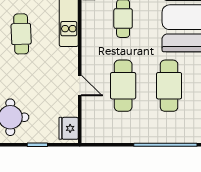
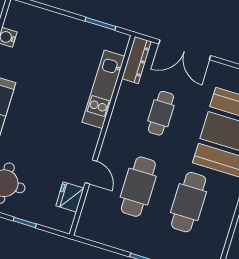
cafe table: (21, 34) -> (44, 96), removed
fridge: (69, 128) -> (70, 197), moved

